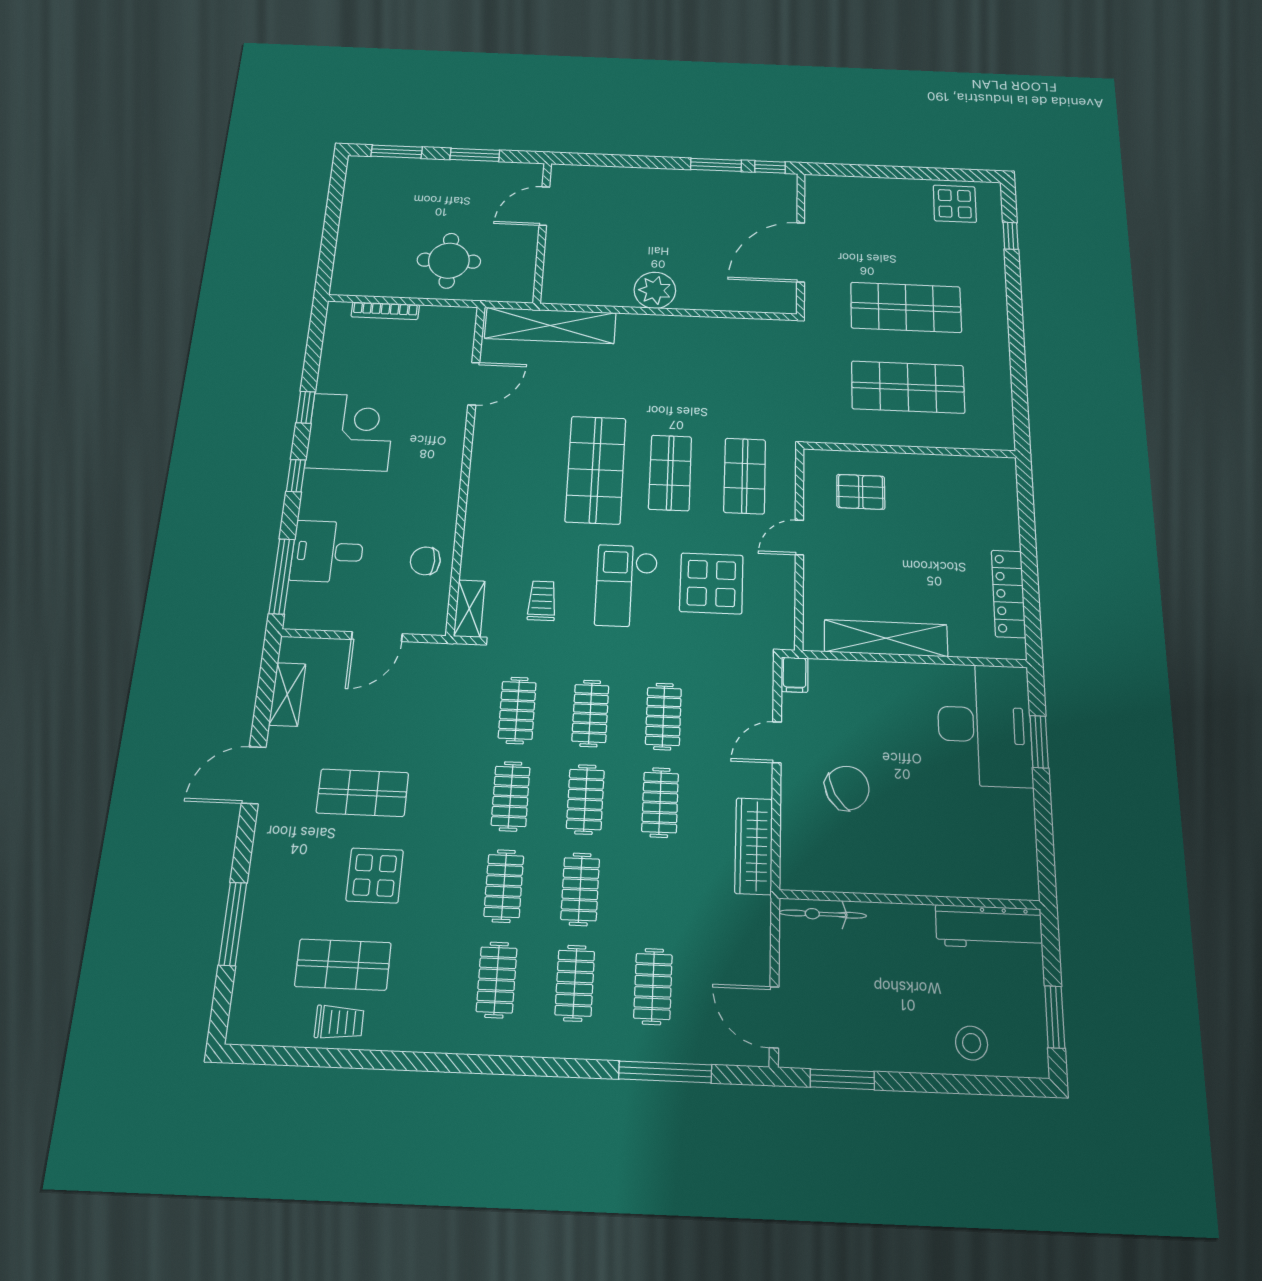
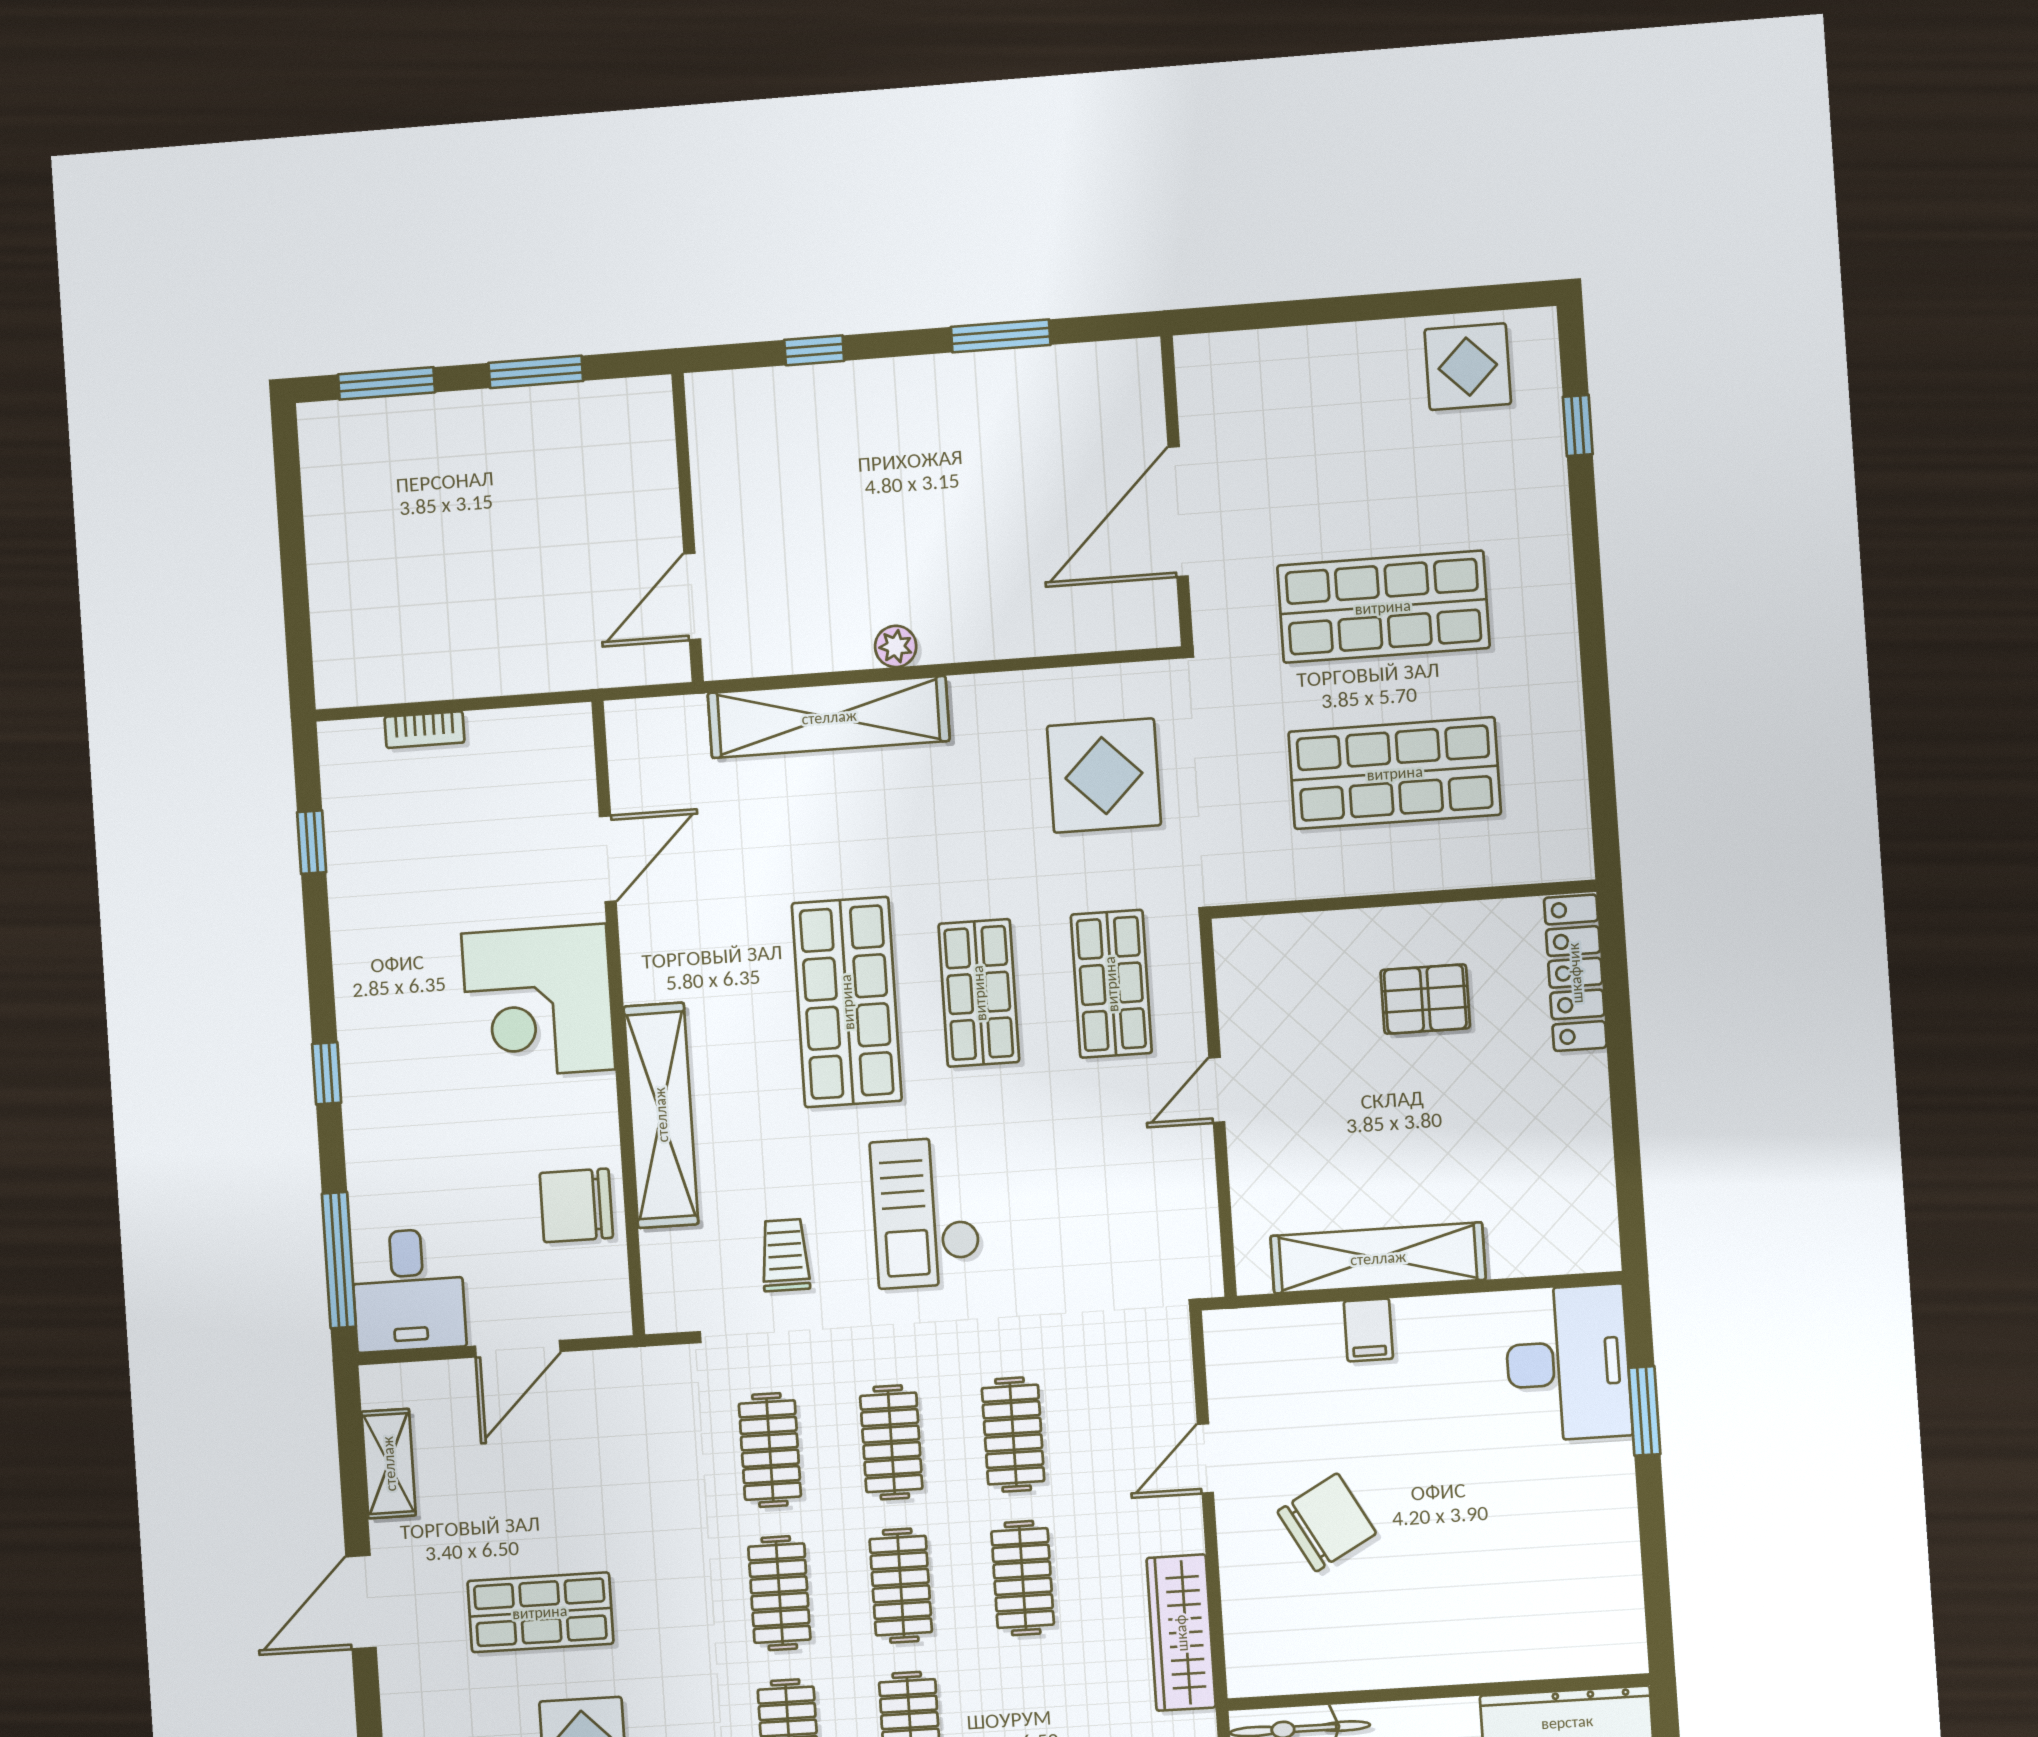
window: (770, 167) -> (814, 350), moved
door: (544, 206) -> (692, 596), moved
round table: (449, 261) -> (523, 610), removed
plant: (655, 290) -> (896, 646), width x0.53, depth x0.53
bookcase: (385, 311) -> (424, 730), width x0.64
shelving: (550, 326) -> (829, 717), moved
window: (306, 407) -> (312, 842), moved
corner desk: (350, 432) -> (538, 1001), moved, turned 180
pallet: (861, 492) -> (1425, 999), moved
desk: (327, 552) -> (408, 1290), moved, turned -90
chair: (425, 561) -> (576, 1205), width x1.37, depth x1.37
display table: (711, 583) -> (1104, 776), moved
locker: (1008, 594) -> (1575, 973), moved
shelving: (469, 609) -> (661, 1115), moved, width x2.20, depth x1.33
filing cabinet: (795, 675) -> (1368, 1330), moved
desk: (985, 725) -> (1568, 1363), width x0.73, depth x0.77

